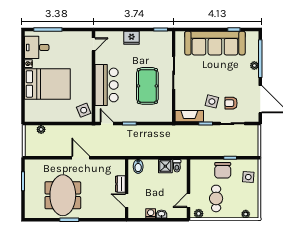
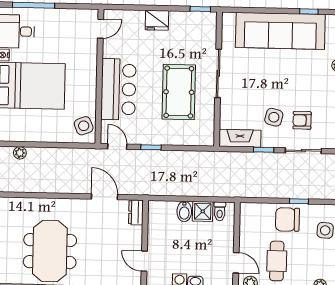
door: (81, 158) -> (105, 197), moved
bidet: (138, 166) -> (184, 211), moved
chair: (223, 170) -> (287, 220), turned 90
dresser: (120, 184) -> (136, 212), moved
door: (189, 200) -> (236, 263), swing flipped

